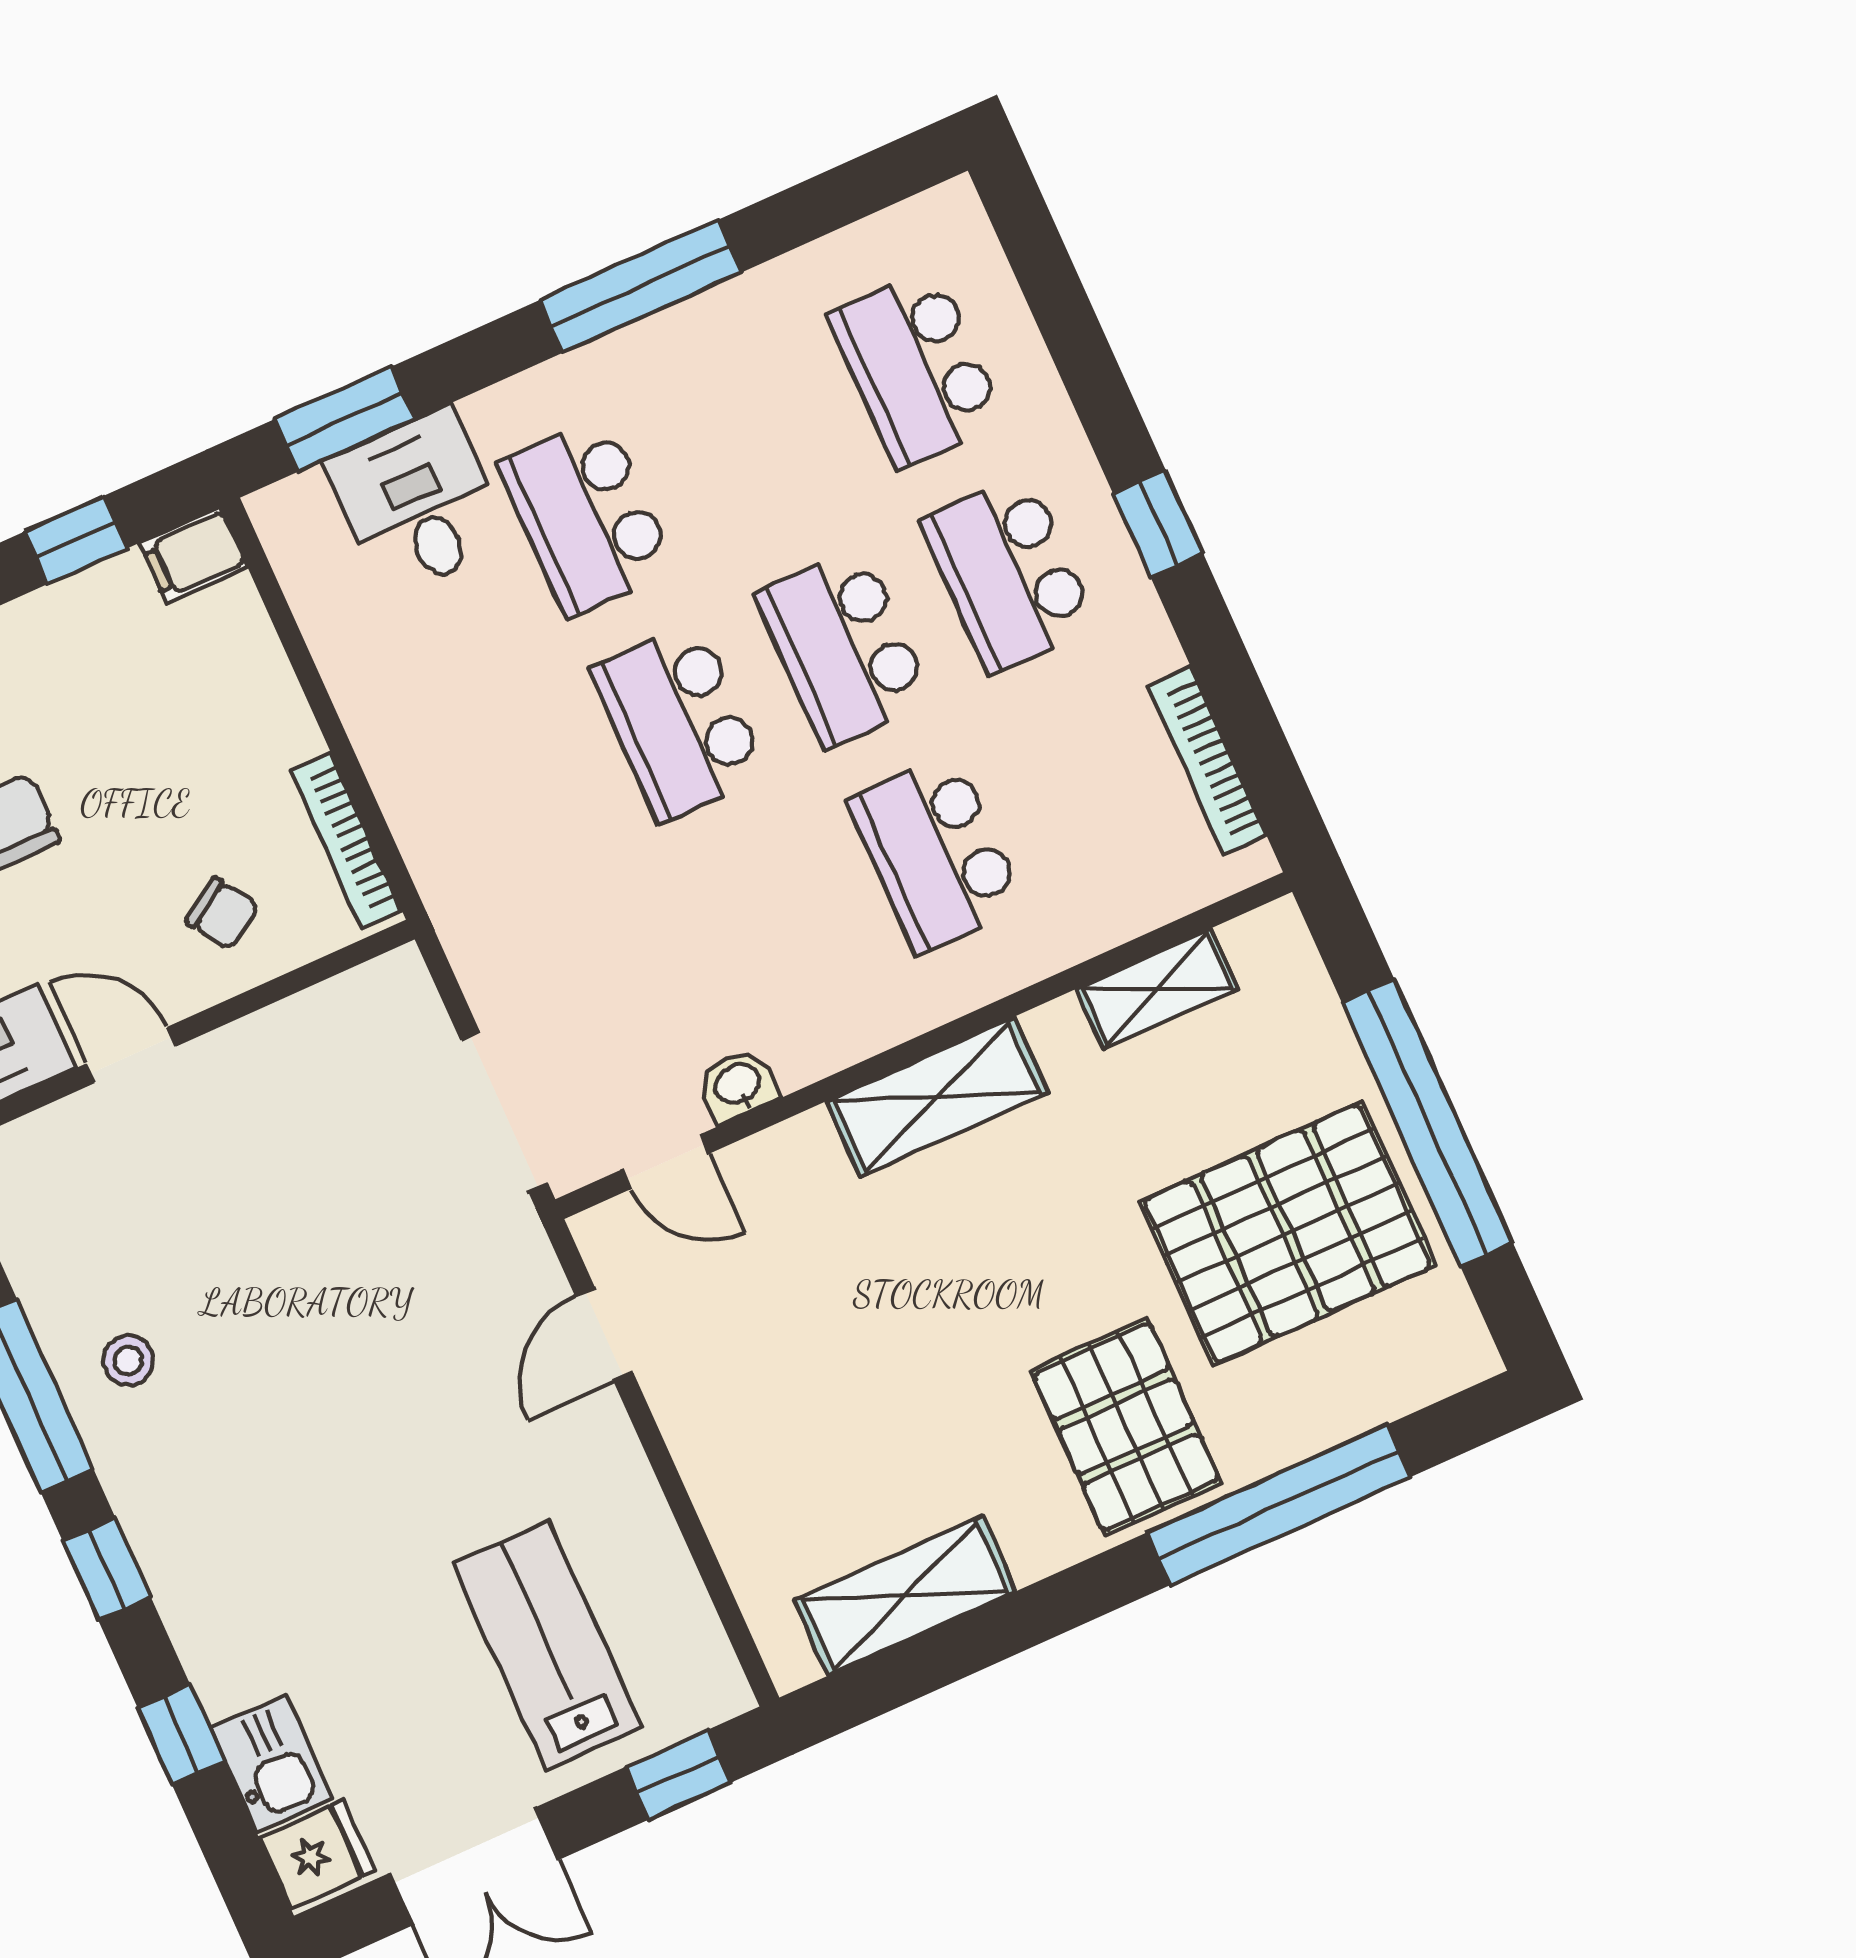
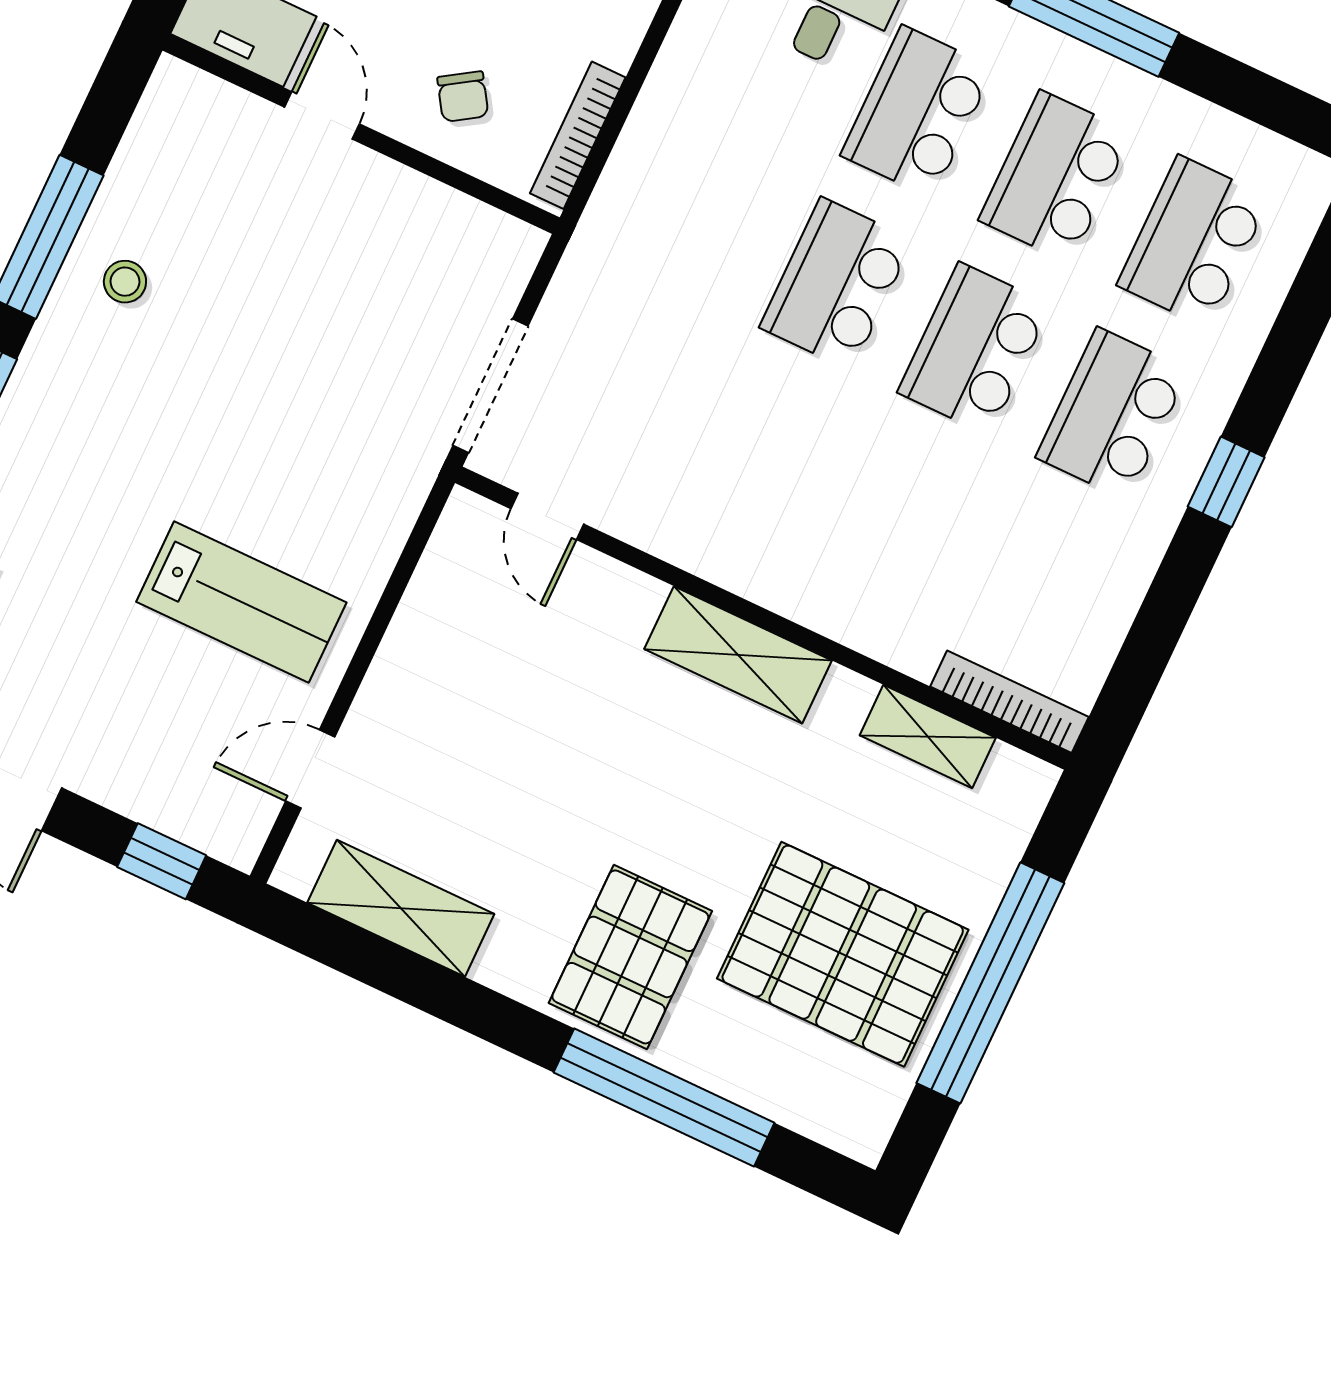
bookcase: (1207, 761) -> (1009, 702), moved, turned 90
school desk: (937, 854) -> (1055, 177), moved
washbasin: (738, 1085) -> (636, 521), removed
door: (604, 1334) -> (310, 769), moved
lab bench: (547, 1645) -> (241, 602), moved, turned 90

